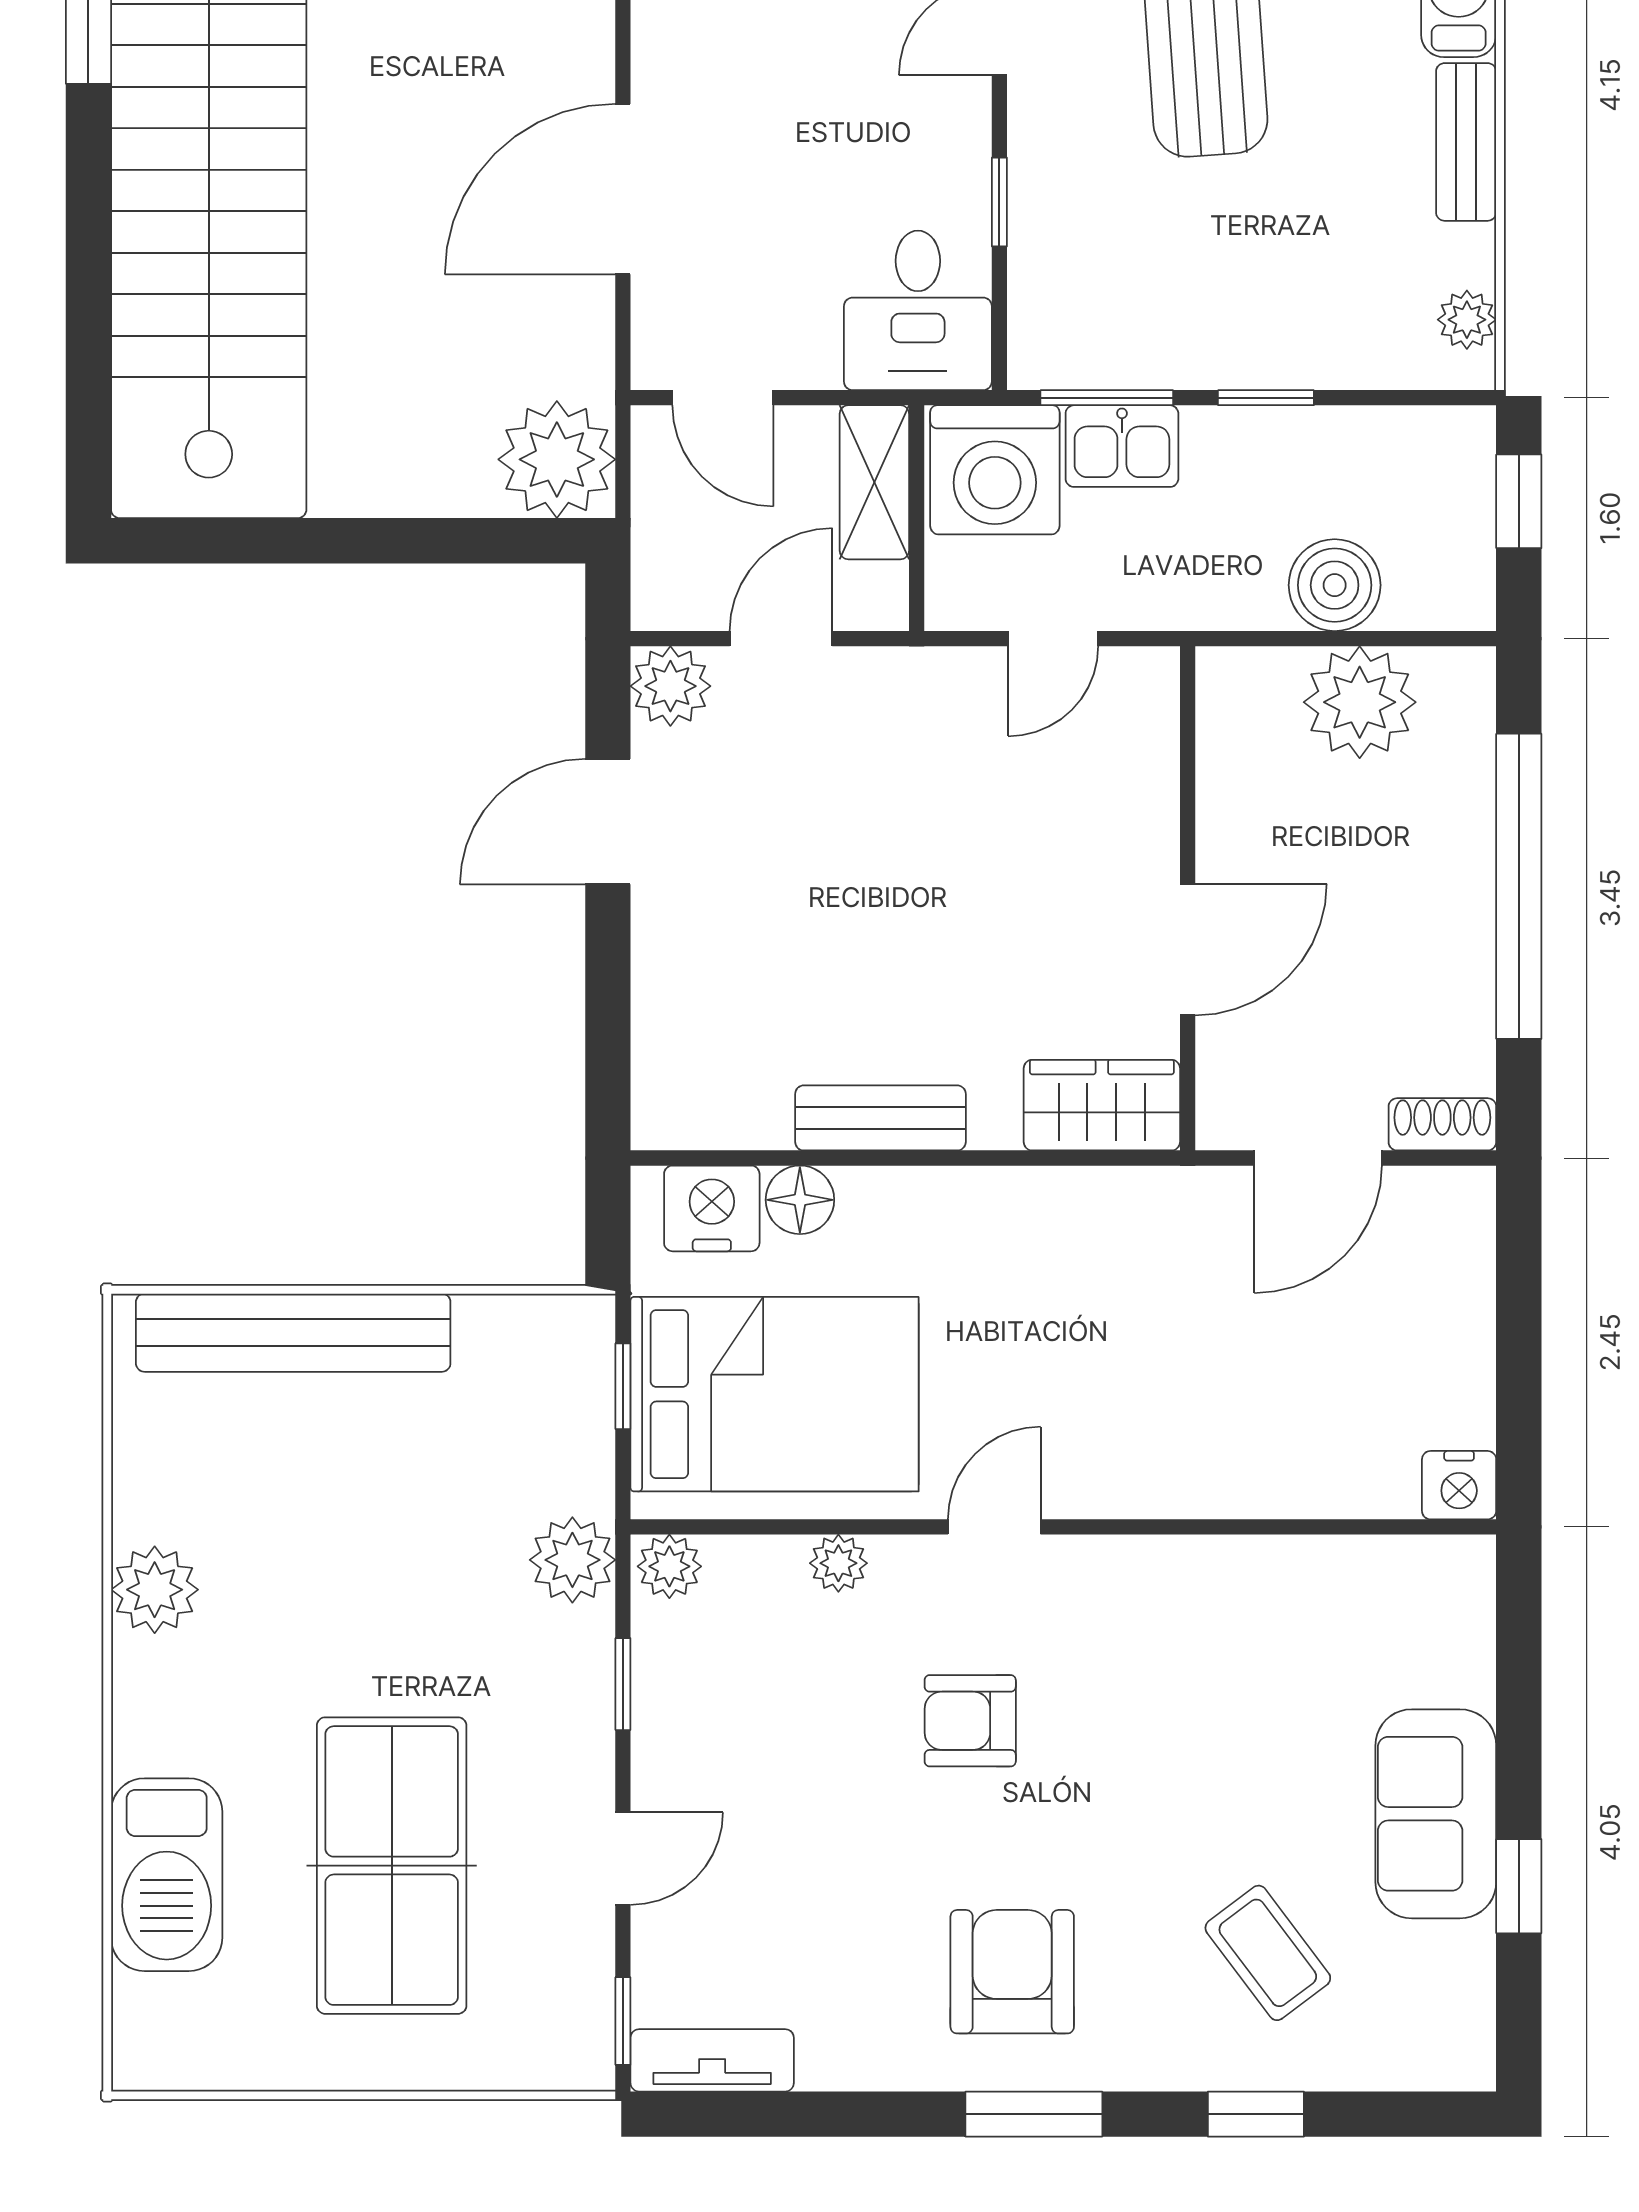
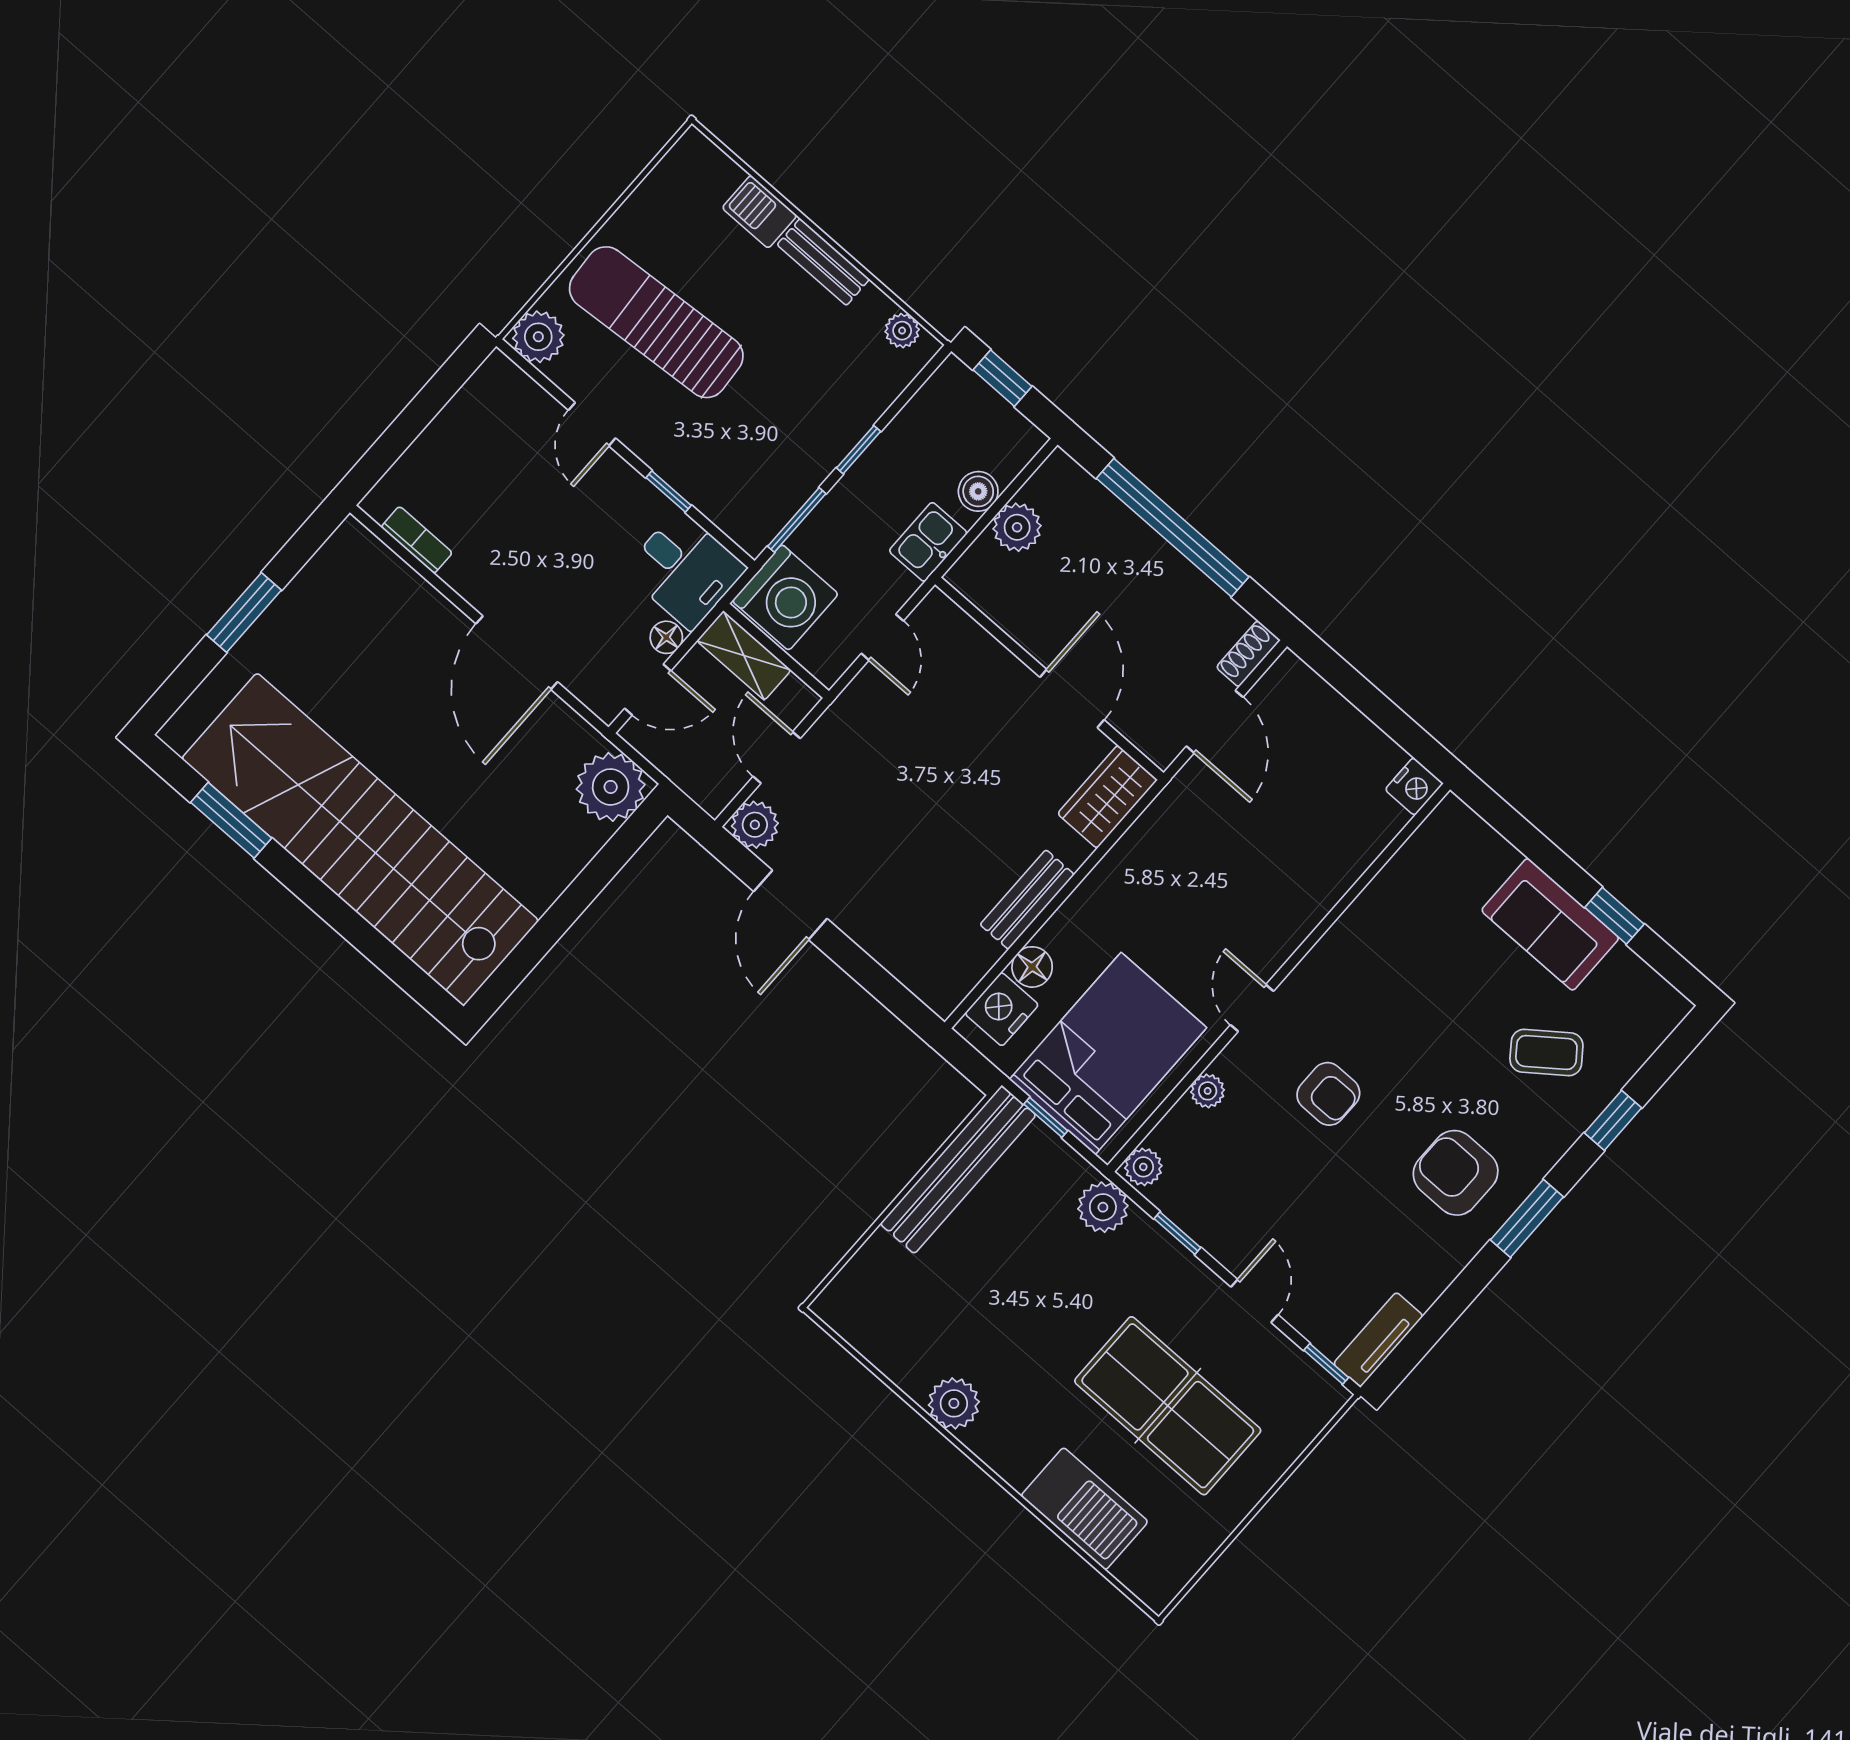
floor lamp: (810, 363) -> (666, 637), added
kitchen sink: (1122, 446) -> (928, 542), moved, turned 180
boiler: (1335, 585) -> (978, 491), width x0.73, depth x0.73
plant: (1360, 702) -> (1017, 527), width x0.73, depth x0.73
bench: (293, 1333) -> (958, 1169), moved
armchair: (970, 1721) -> (1328, 1094), turned -90

